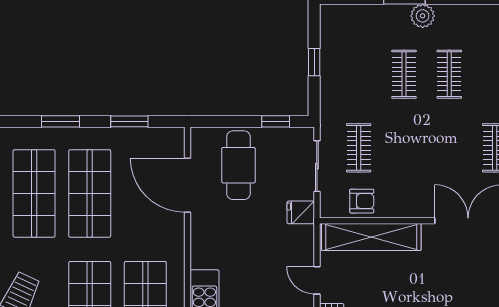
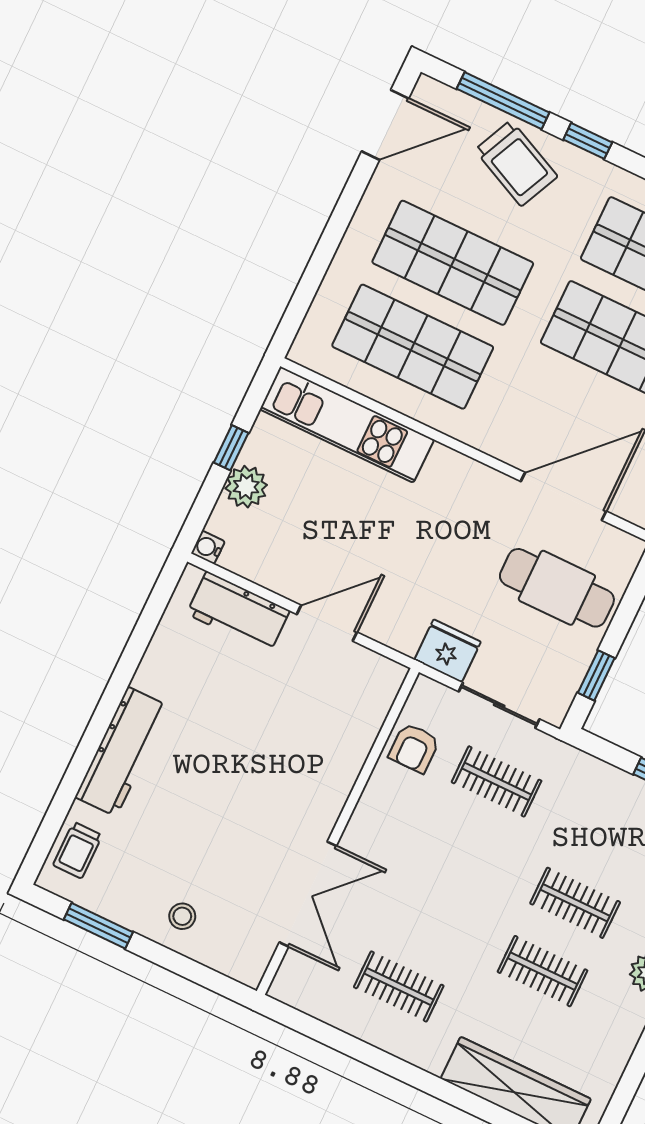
fridge: (301, 212) -> (448, 651), width x1.38
shelving: (371, 237) -> (353, 736), removed
door: (317, 280) -> (327, 623), width x1.38

